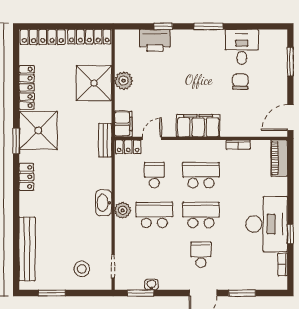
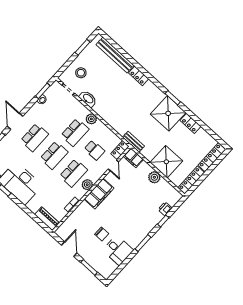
printer: (155, 40) -> (165, 209), width x0.53, depth x0.68
locker: (27, 87) -> (191, 123), width x0.66
door: (290, 118) -> (69, 249), moved
plant: (200, 148) -> (87, 185), added
locker: (26, 177) -> (139, 76), moved
washbasin: (104, 203) -> (88, 99), moved
school desk: (201, 255) -> (35, 137), width x1.85

